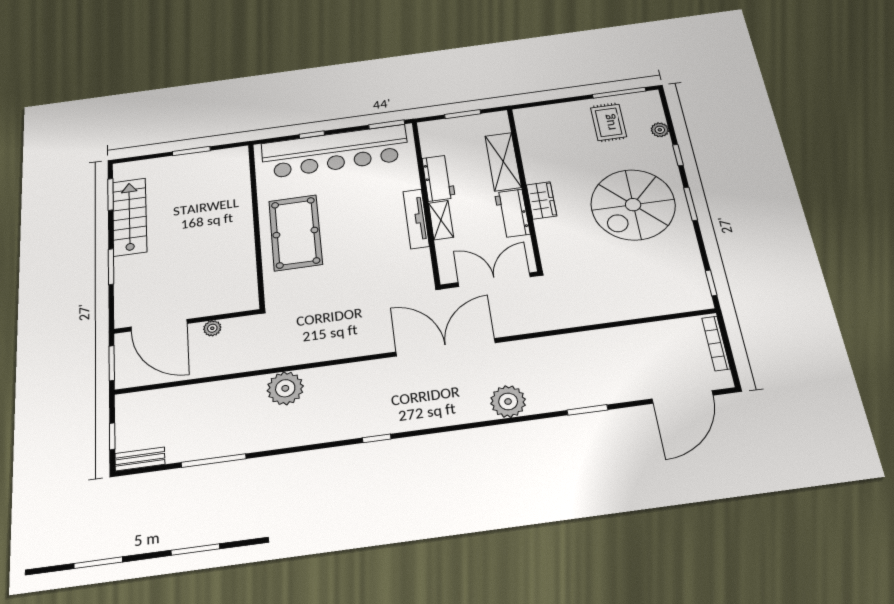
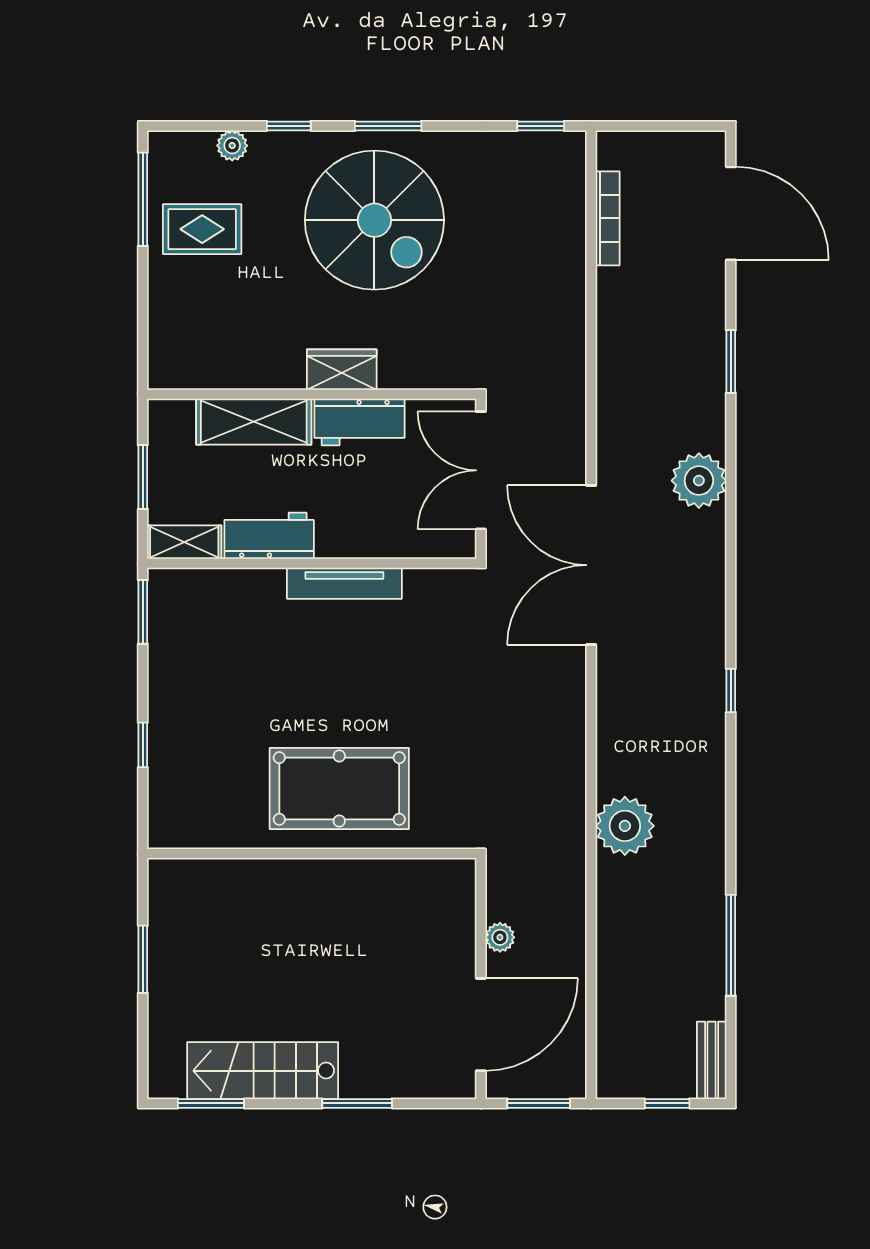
bar counter: (335, 152) -> (185, 708), removed
shelving: (441, 220) -> (184, 542), moved
bookcase: (716, 343) -> (608, 218), moved, turned -90

